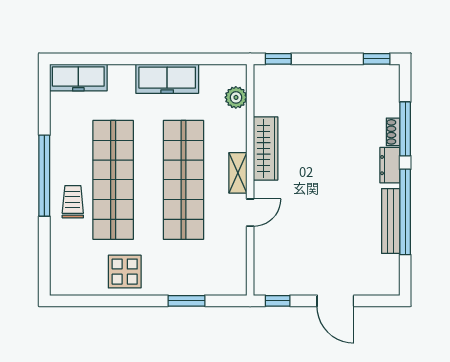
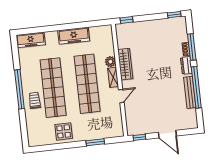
plant: (236, 97) -> (110, 62), moved

